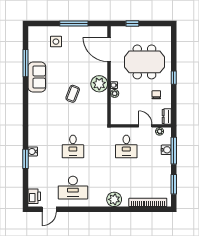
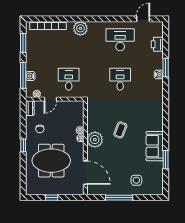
window: (132, 24) -> (52, 198), moved
window: (25, 63) -> (166, 160), width x0.69
door: (145, 126) -> (50, 99), hinge flipped
printer: (34, 196) -> (157, 44), moved

